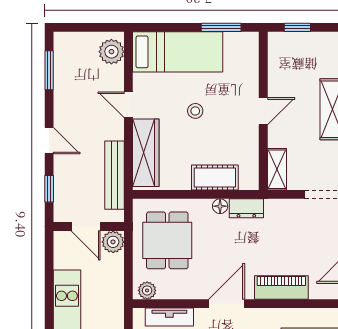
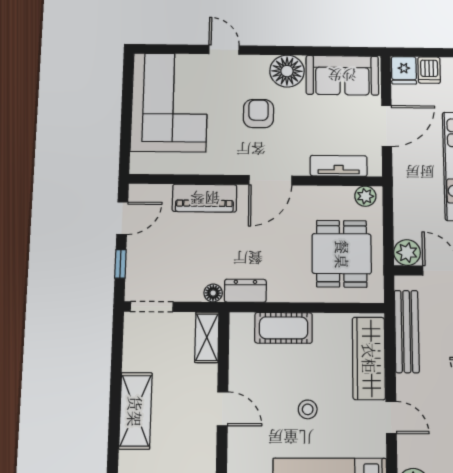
door: (263, 111) -> (222, 409), swing flipped
floor lamp: (220, 206) -> (213, 293), moved

